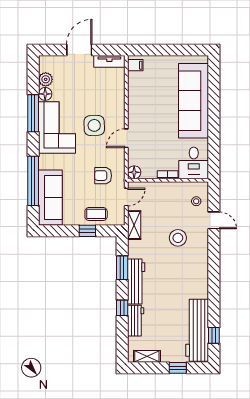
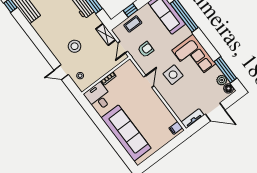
door: (79, 50) -> (215, 112), hinge flipped
floor lamp: (45, 94) -> (229, 88), moved
window: (33, 113) -> (225, 70), moved
floor lamp: (134, 172) -> (129, 65), removed

